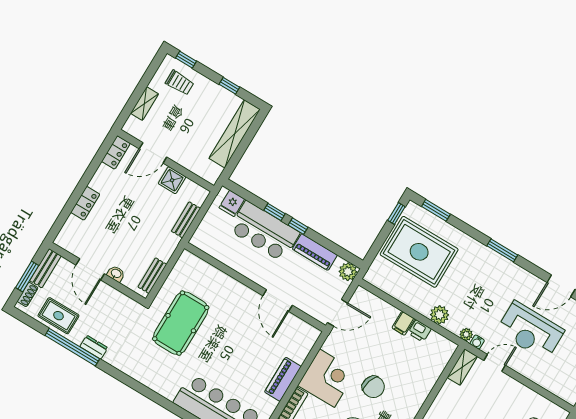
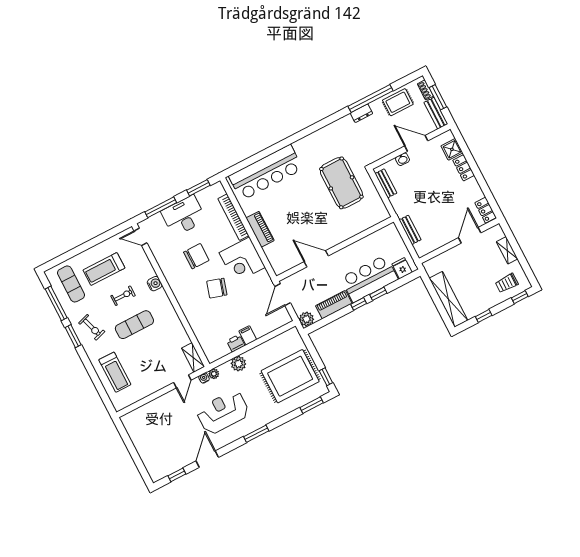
shower: (172, 180) -> (452, 149), moved
reception desk: (530, 331) -> (223, 412), moved

